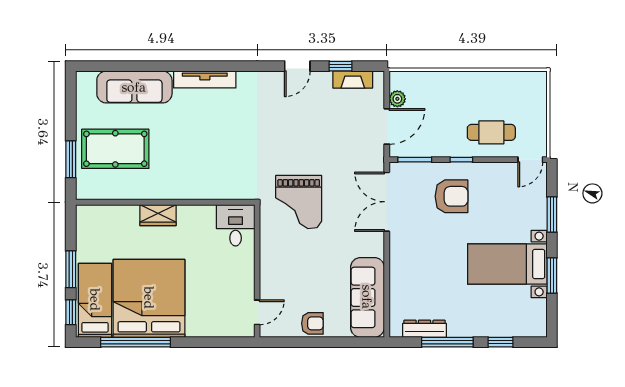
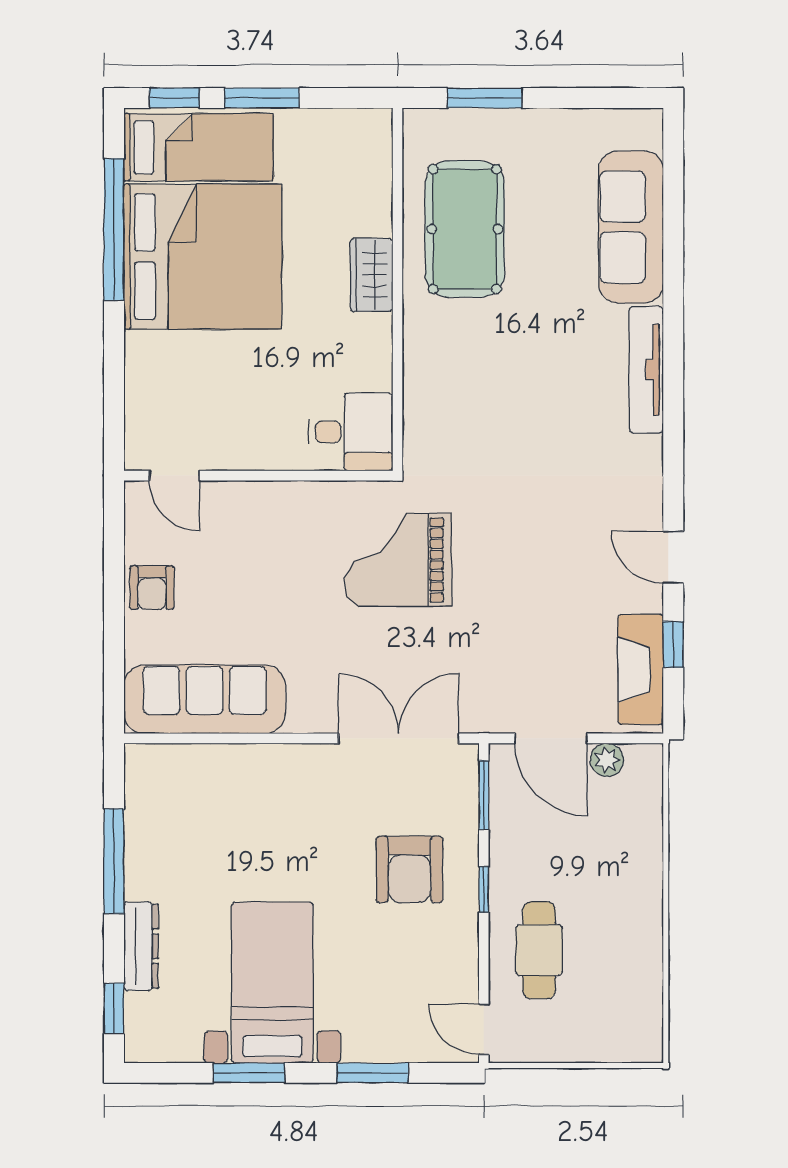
fireplace: (353, 80) -> (641, 669), width x1.37, depth x1.32
pool table: (115, 149) -> (465, 229), moved
dresser: (425, 329) -> (141, 946), moved
window: (500, 342) -> (114, 1008), moved

